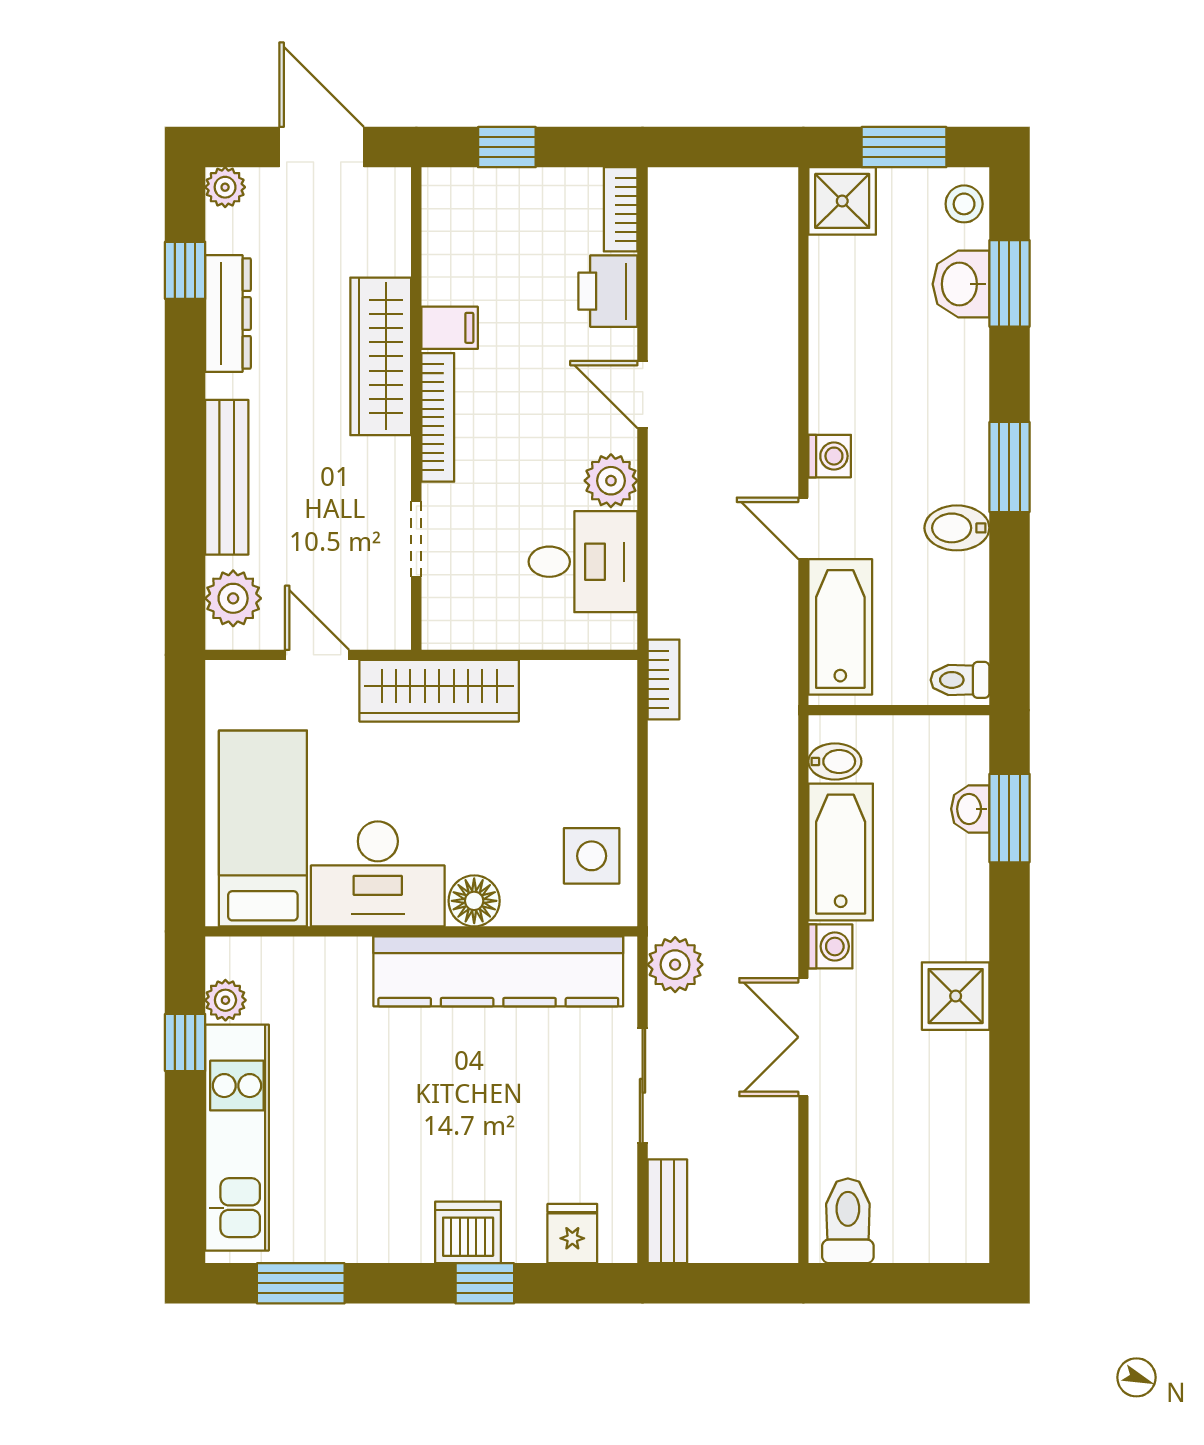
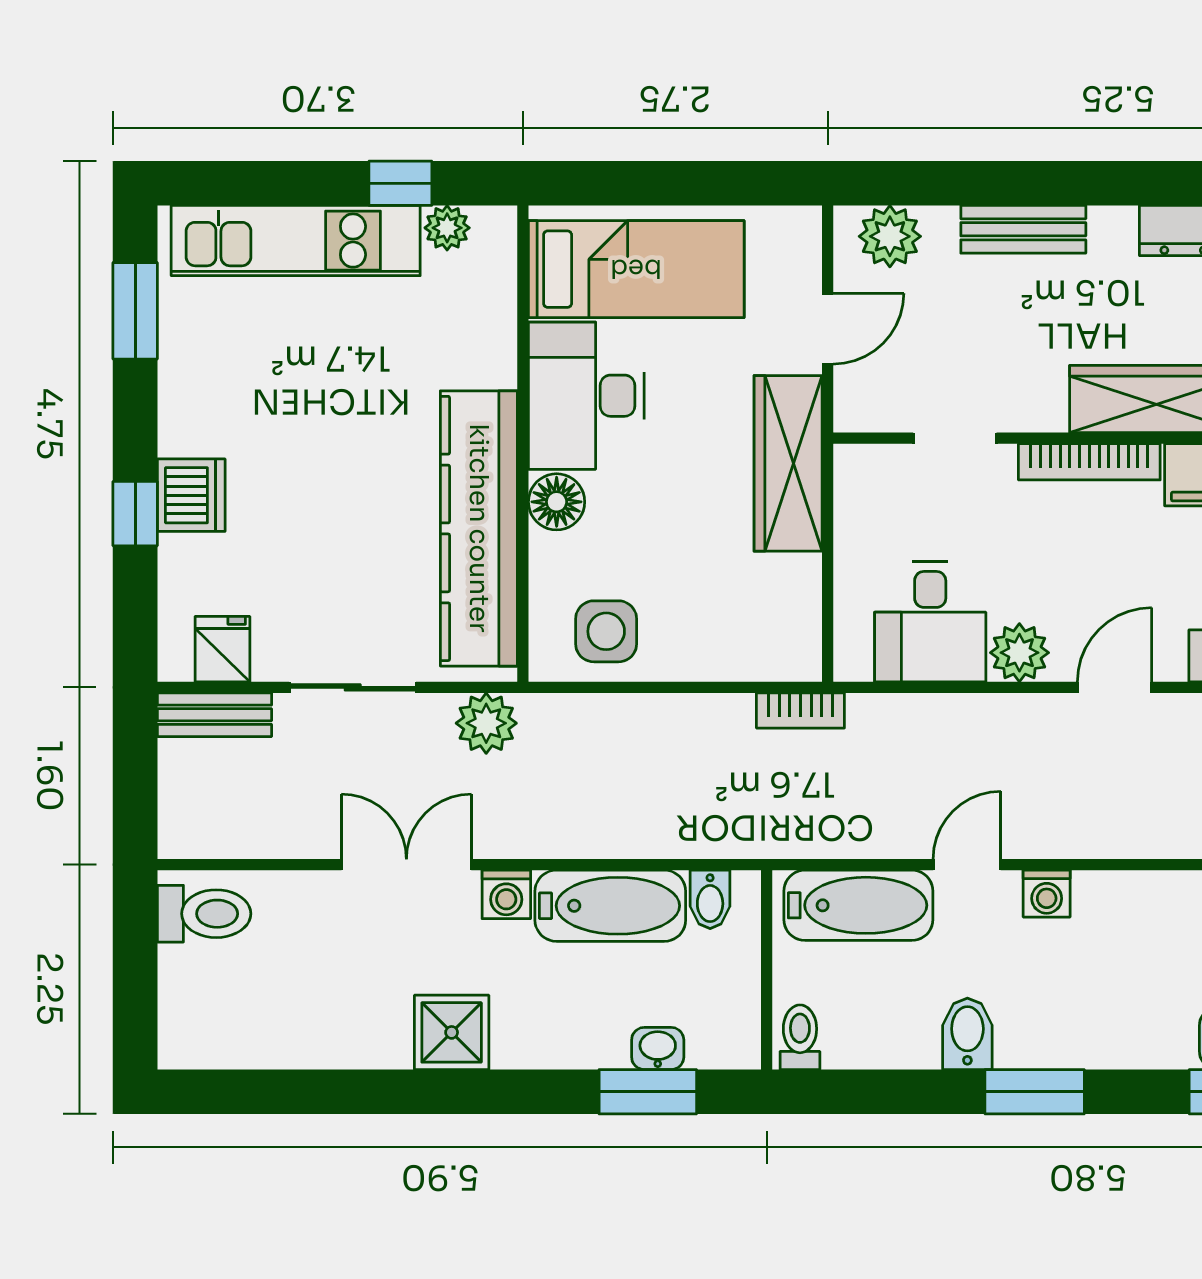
bench: (227, 477) -> (1023, 229), width x0.73
fridge: (572, 1234) -> (222, 649), moved, turned -90

